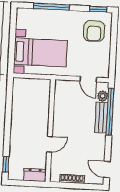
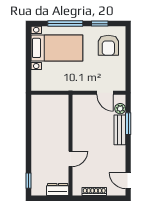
window: (98, 9) -> (100, 24), moved
bed with nightstands: (40, 52) -> (57, 48), moved
window: (110, 112) -> (128, 124), width x0.47

